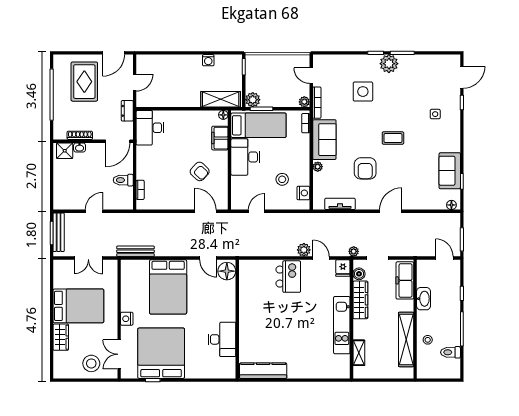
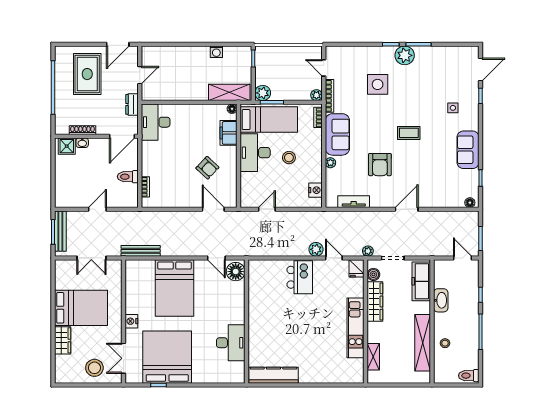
sofa: (450, 171) -> (468, 150), moved
stool: (282, 179) -> (289, 158), moved
toilet: (450, 352) -> (469, 376), moved

